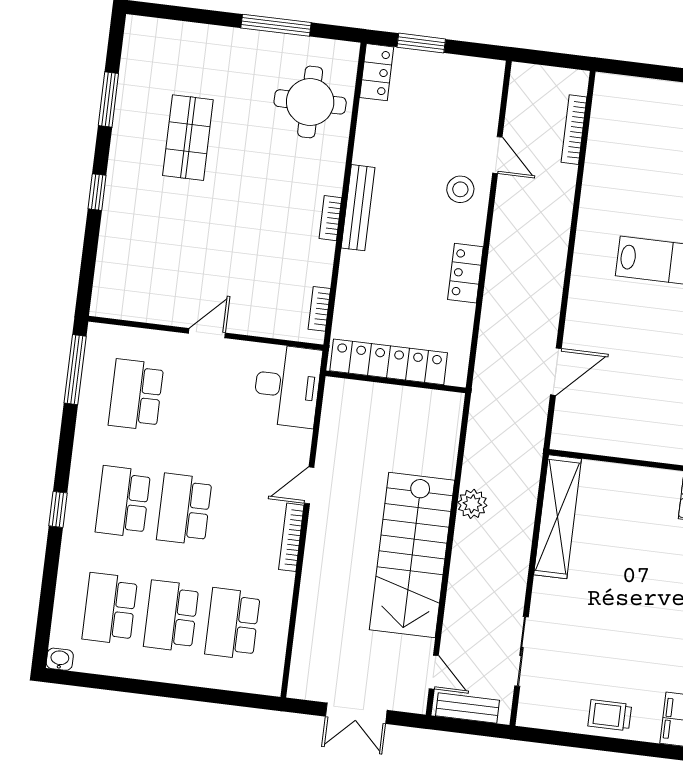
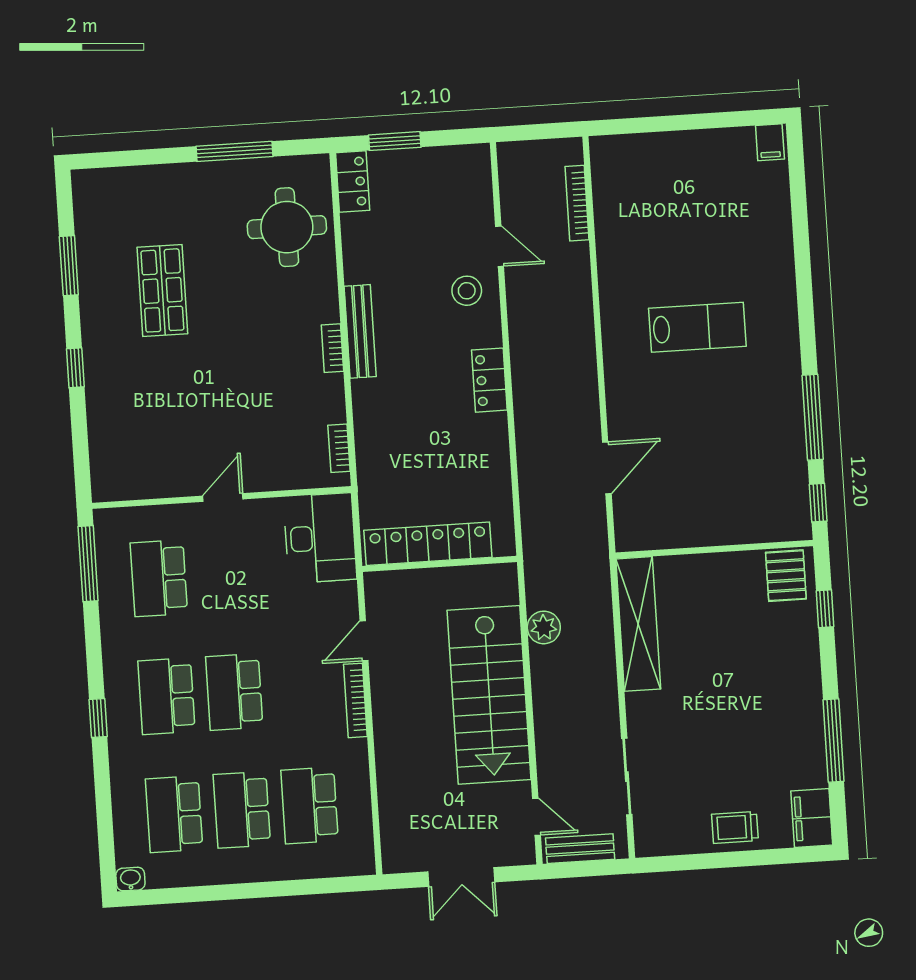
locker: (389, 362) -> (428, 544), moved
wall: (396, 382) -> (440, 564), moved

